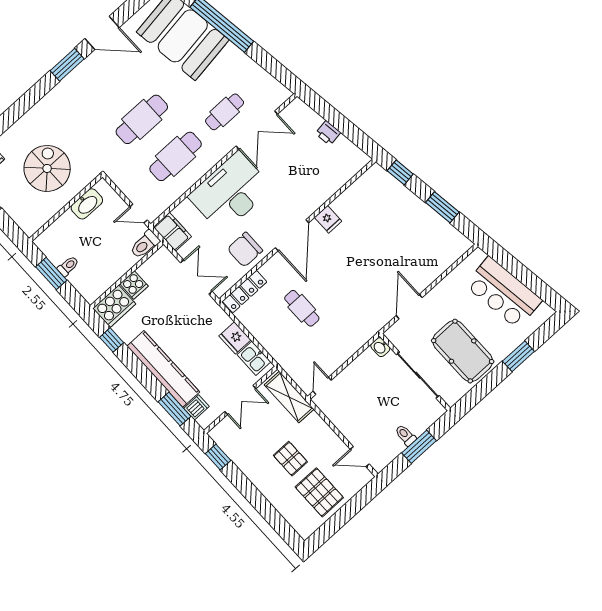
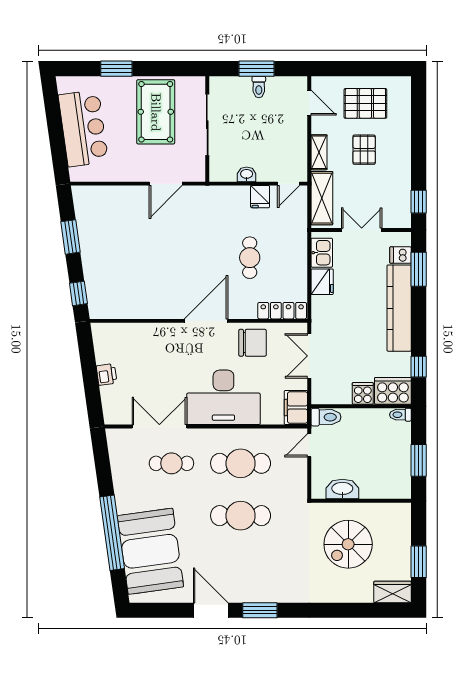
door: (138, 213) -> (309, 445), swing flipped
fridge: (328, 219) -> (260, 197), moved, turned 180
toilet: (68, 266) -> (400, 415), moved
washbasin: (380, 347) -> (247, 174), moved, turned -90
shelving: (321, 428) -> (319, 152), added
pallet: (319, 492) -> (365, 103), turned 90

